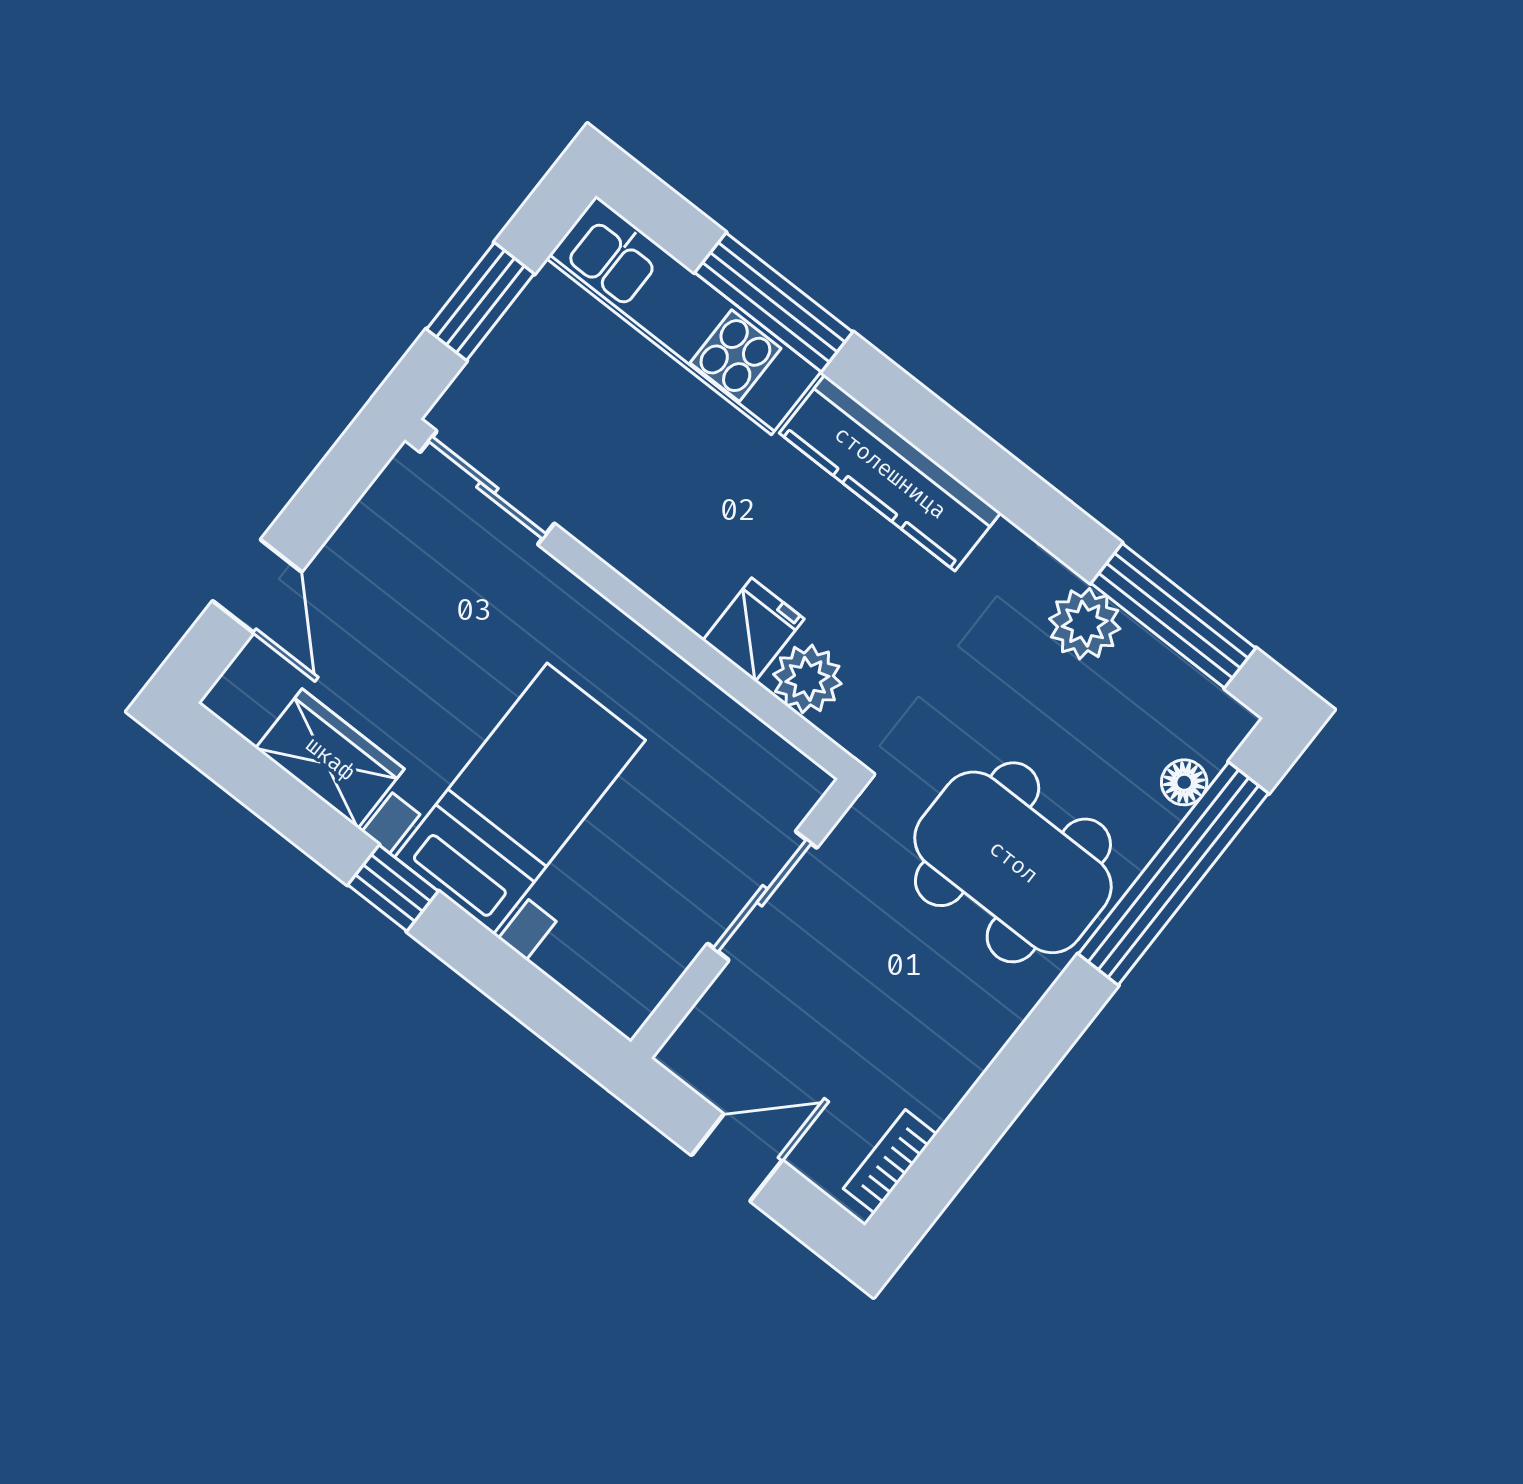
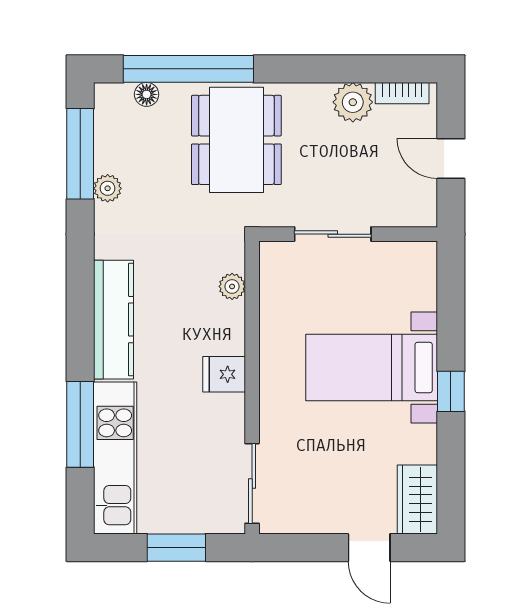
door: (257, 586) -> (369, 548), swing flipped
plant: (1085, 624) -> (108, 188), width x0.73, depth x0.73
fridge: (753, 630) -> (224, 374), moved
plant: (807, 679) -> (232, 286), width x0.73, depth x0.73
wardrobe: (330, 759) -> (417, 499), moved
plant: (934, 1078) -> (353, 102), added

